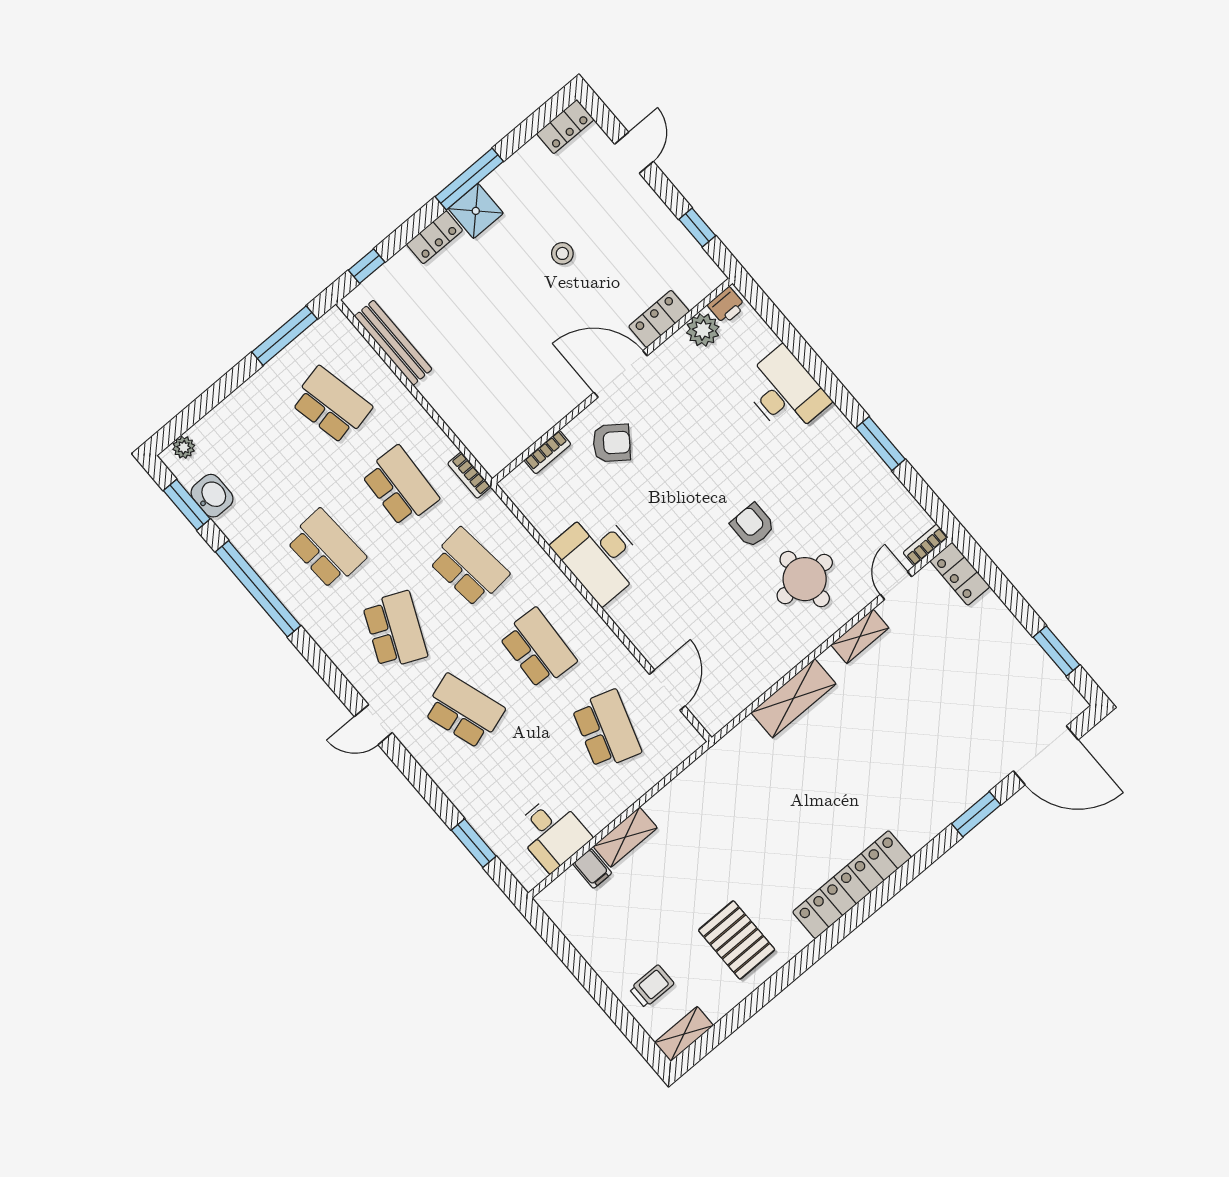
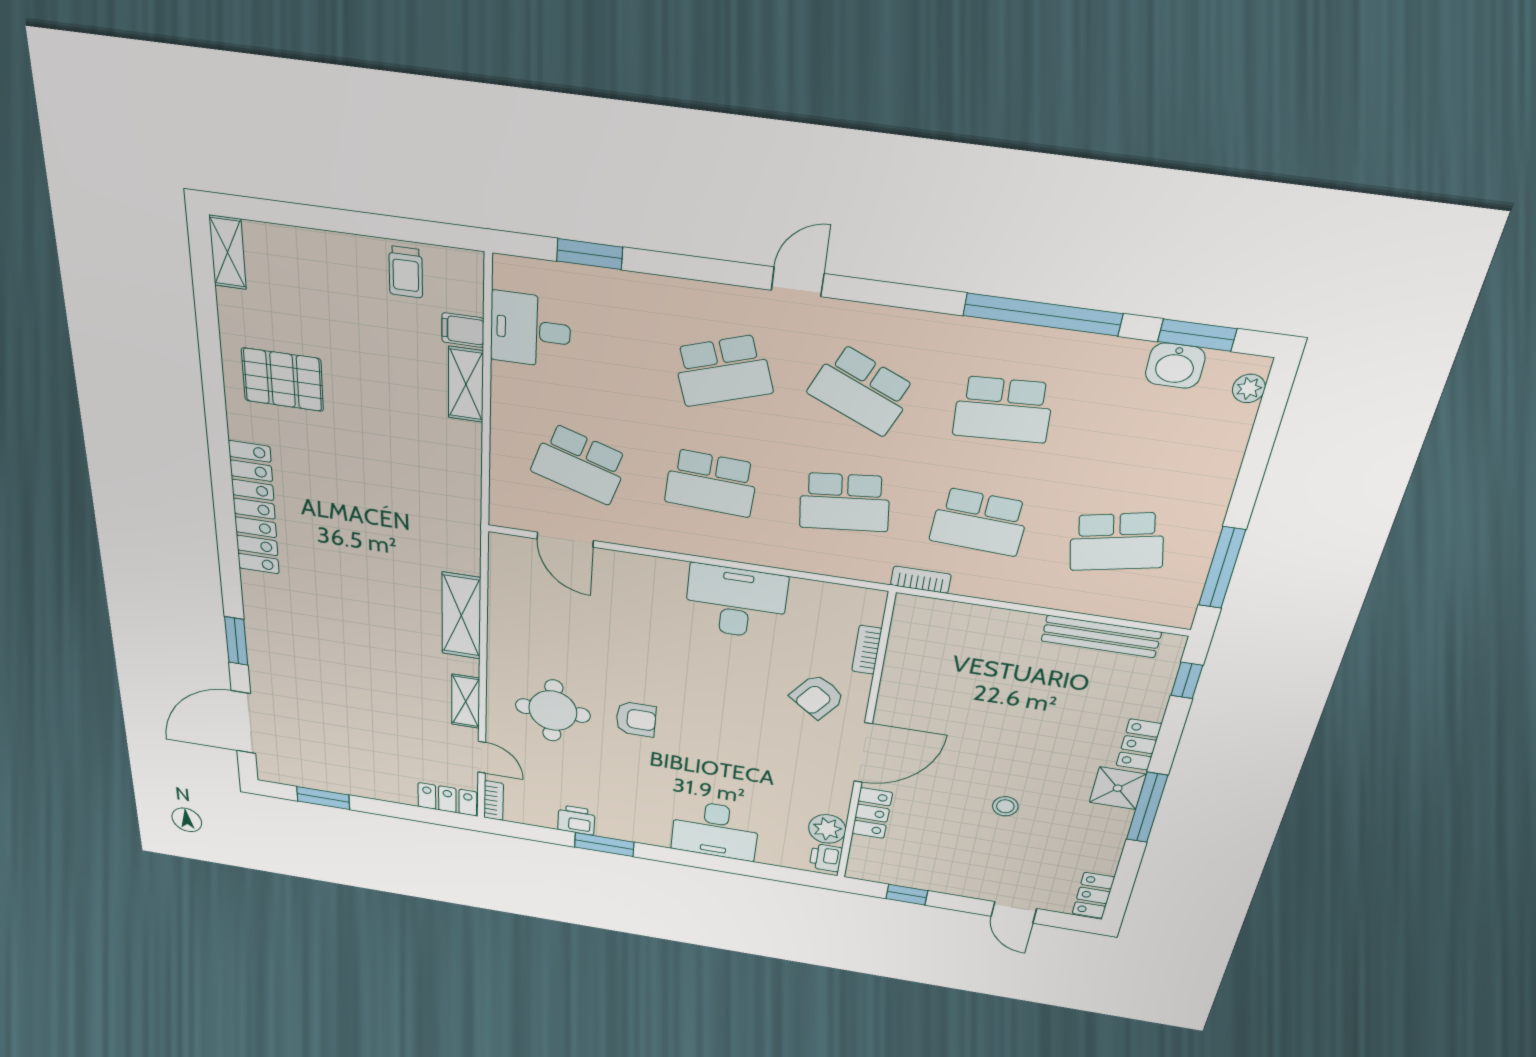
printer: (880, 480) -> (576, 820), added
trolley: (652, 986) -> (406, 272), moved

